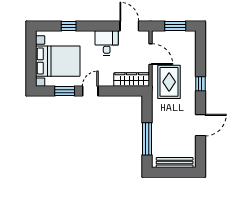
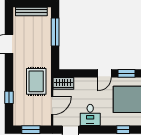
door: (151, 54) -> (52, 105), swing flipped
wardrobe: (132, 80) -> (63, 83), width x0.67
window: (200, 84) -> (9, 97), moved

